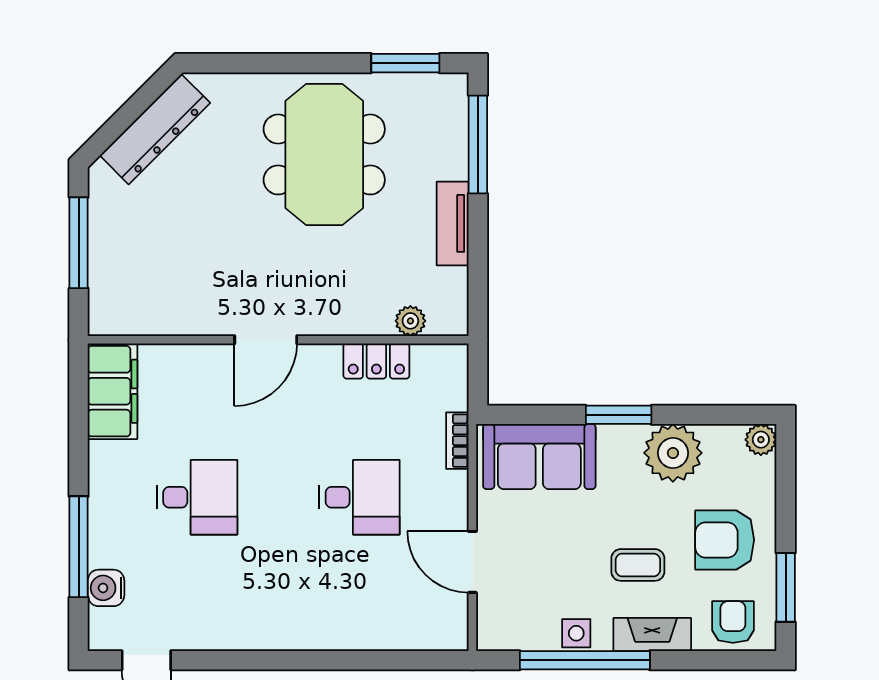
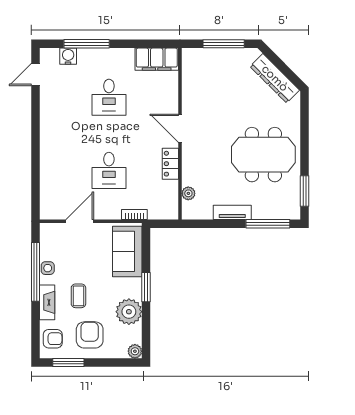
locker: (376, 361) -> (170, 164), moved

